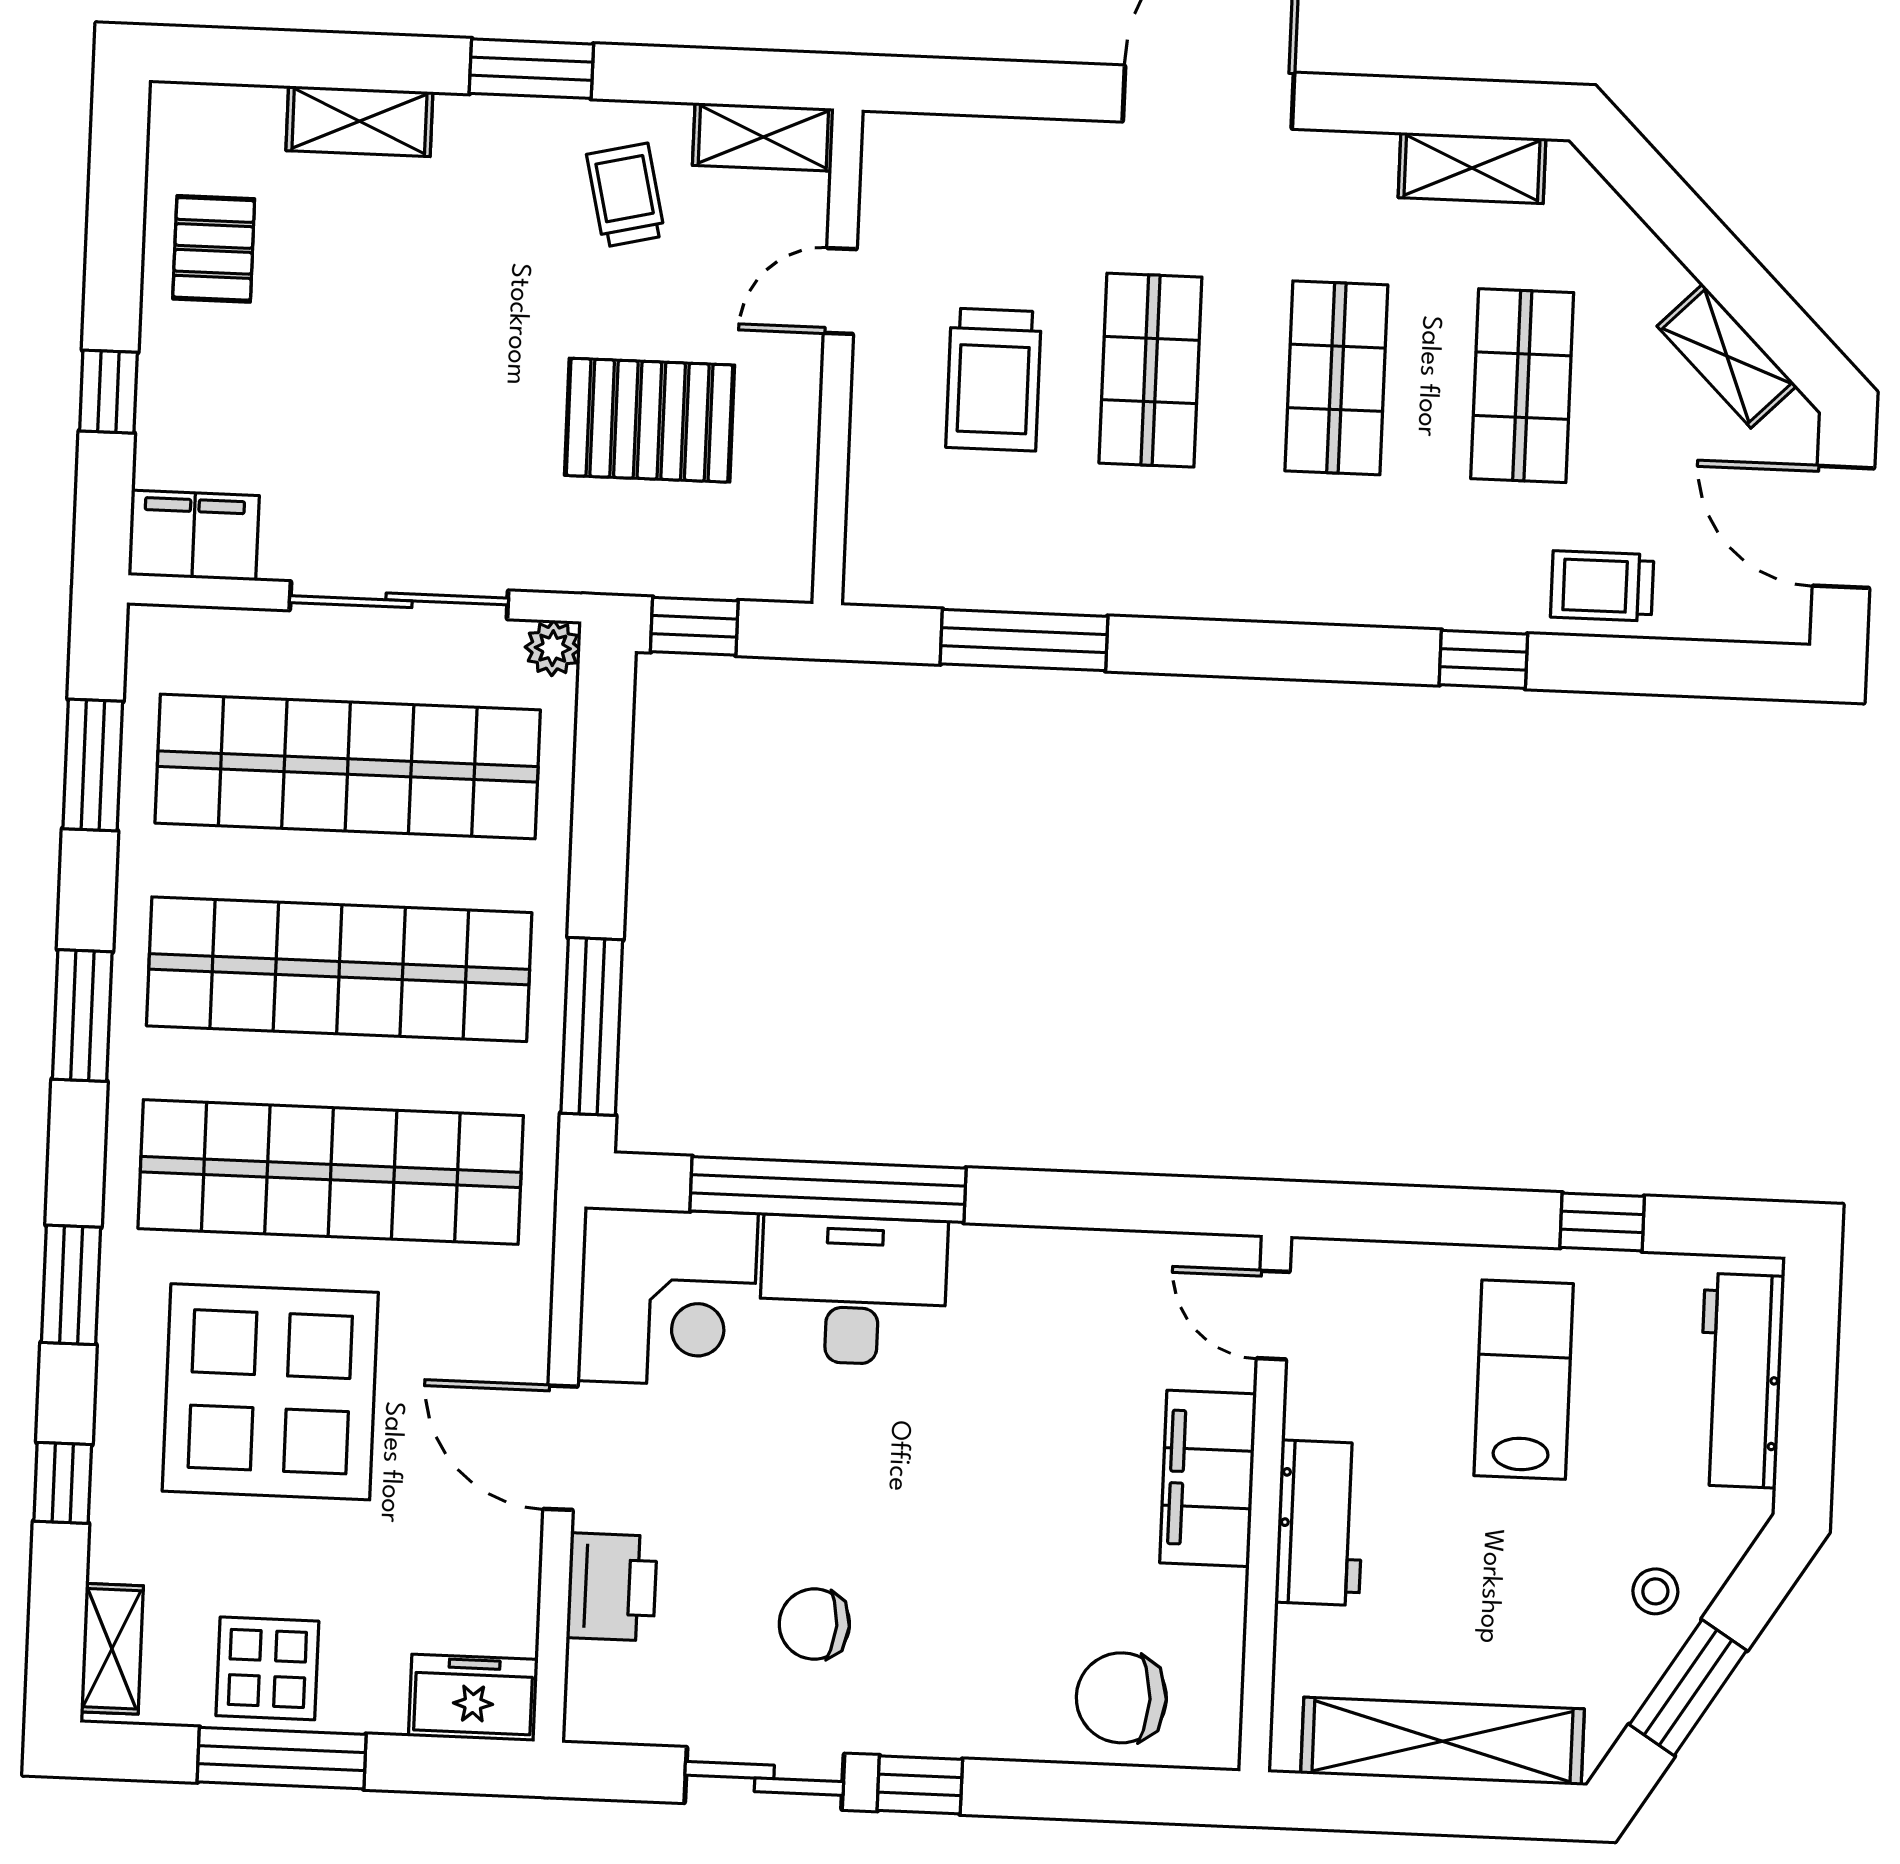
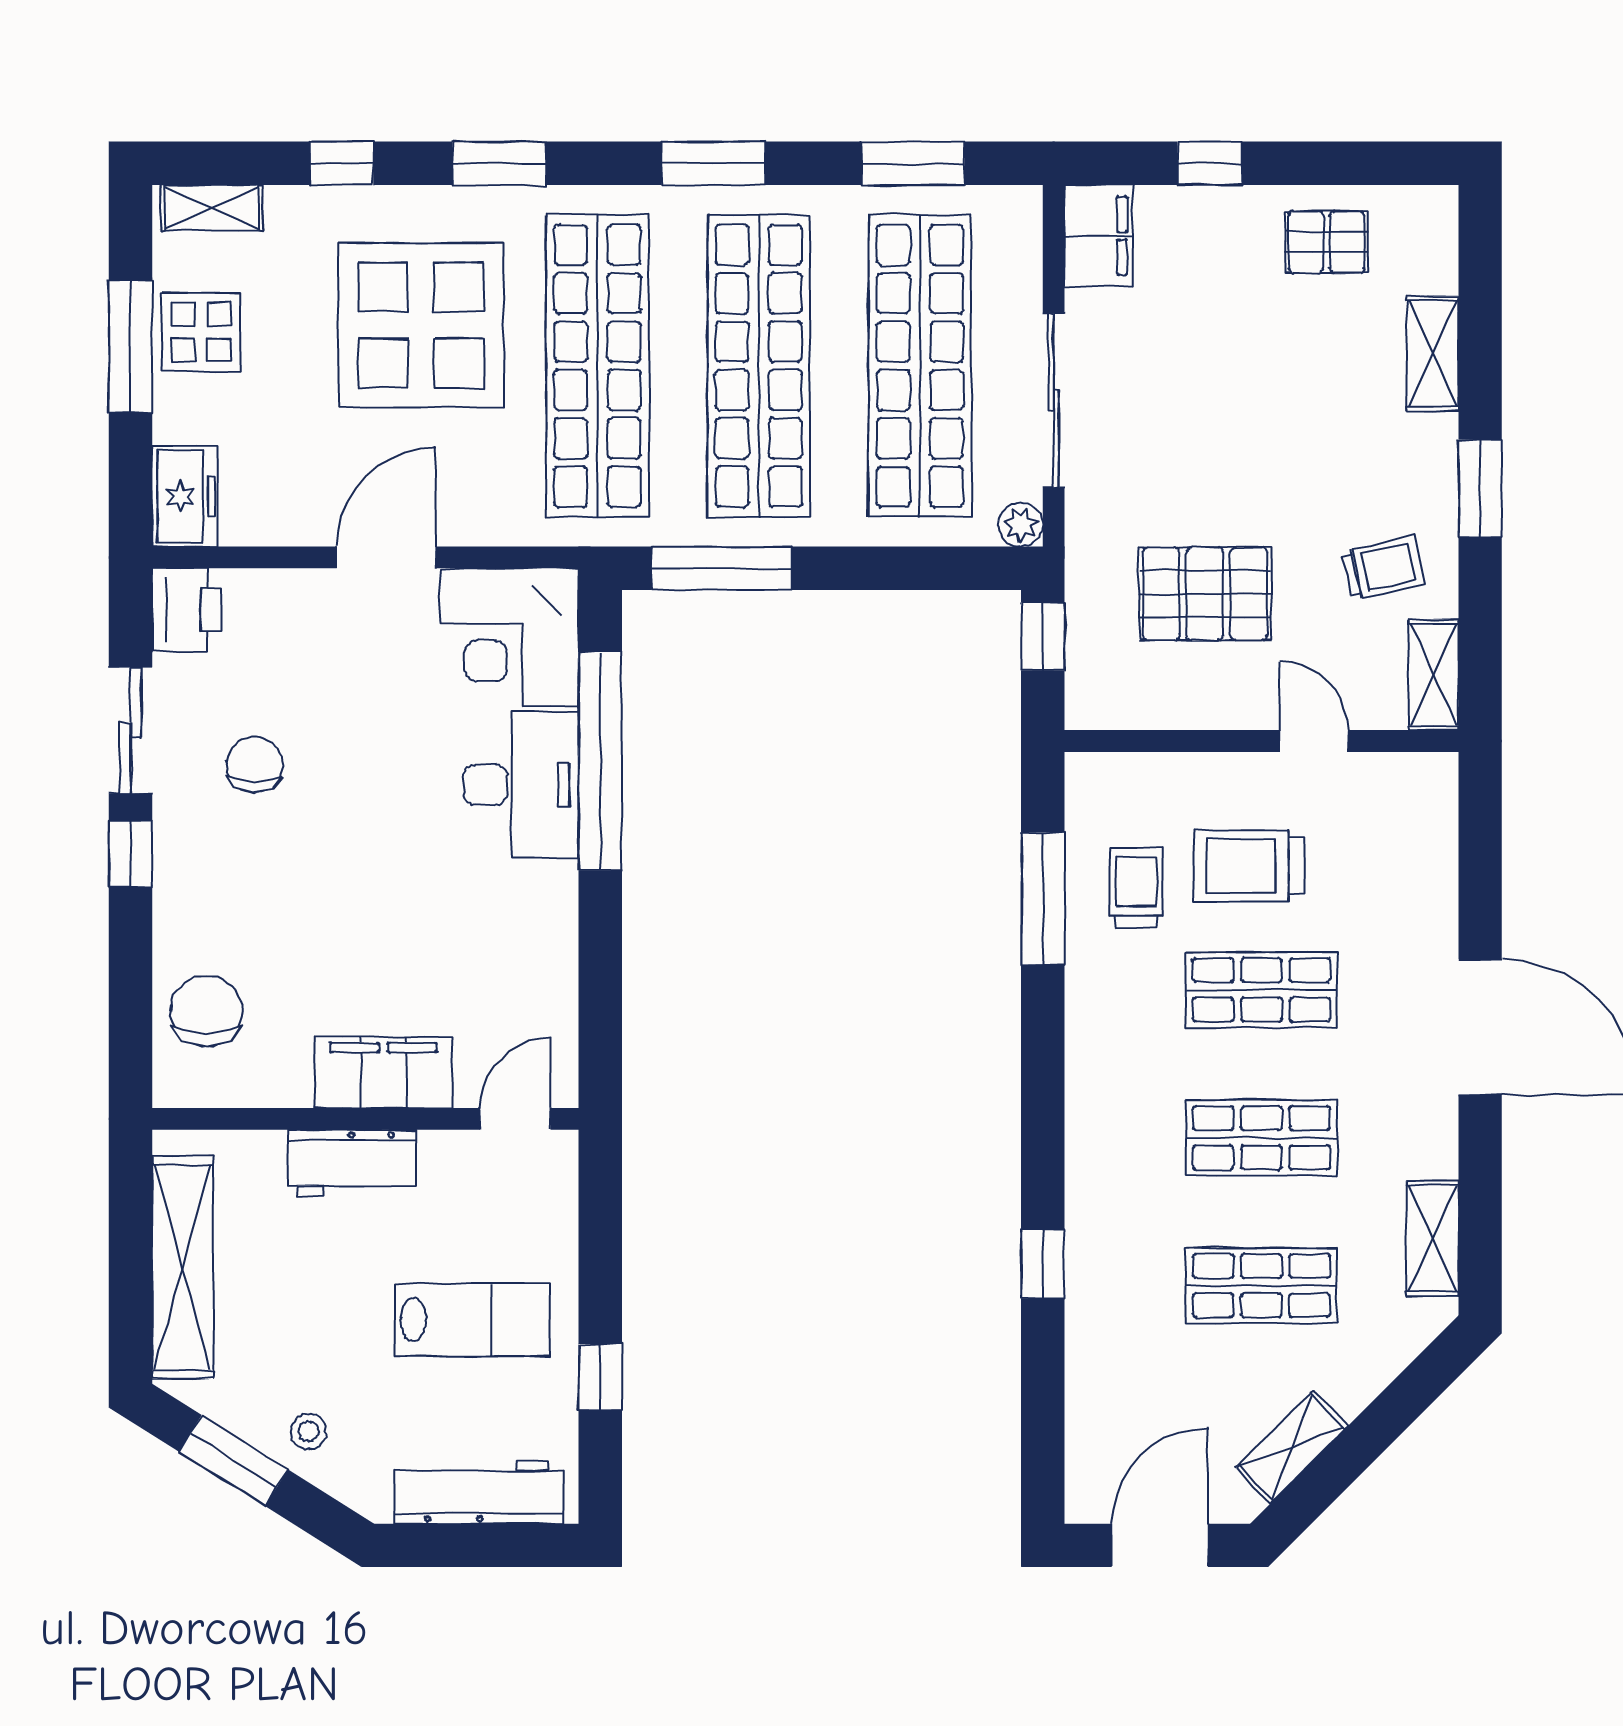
pallet: (649, 420) -> (1205, 594), turned 90
trolley: (1602, 586) -> (1136, 887), moved
printer: (612, 1587) -> (187, 610), moved, turned -90

